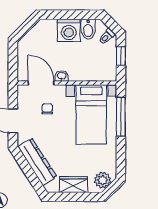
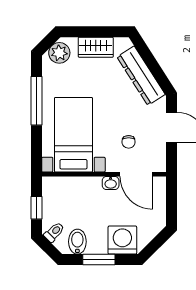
window: (71, 15) -> (99, 260), added
washing machine: (69, 30) -> (122, 240), moved
window: (121, 117) -> (37, 101), moved

